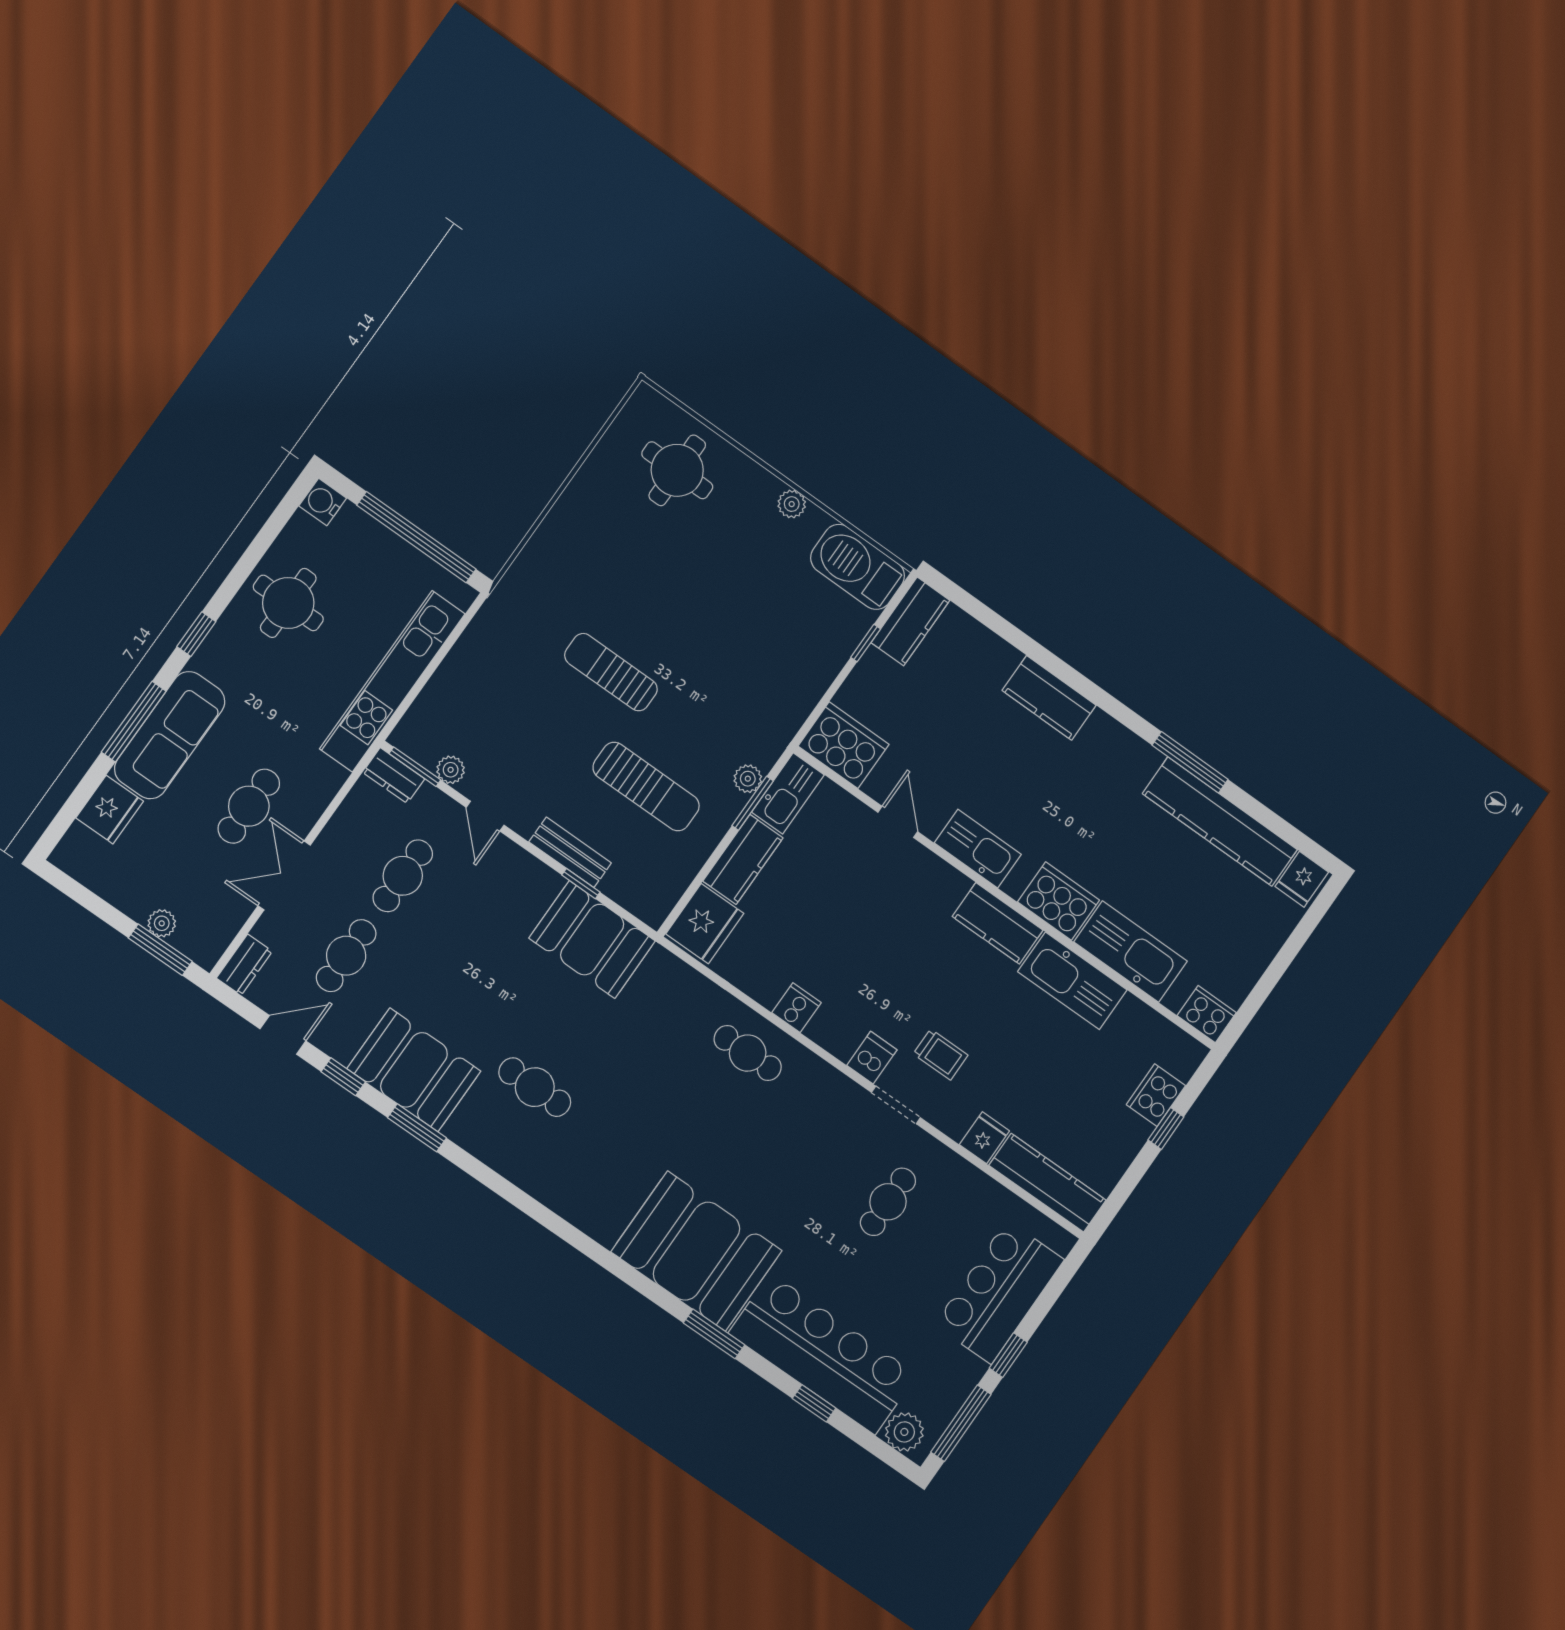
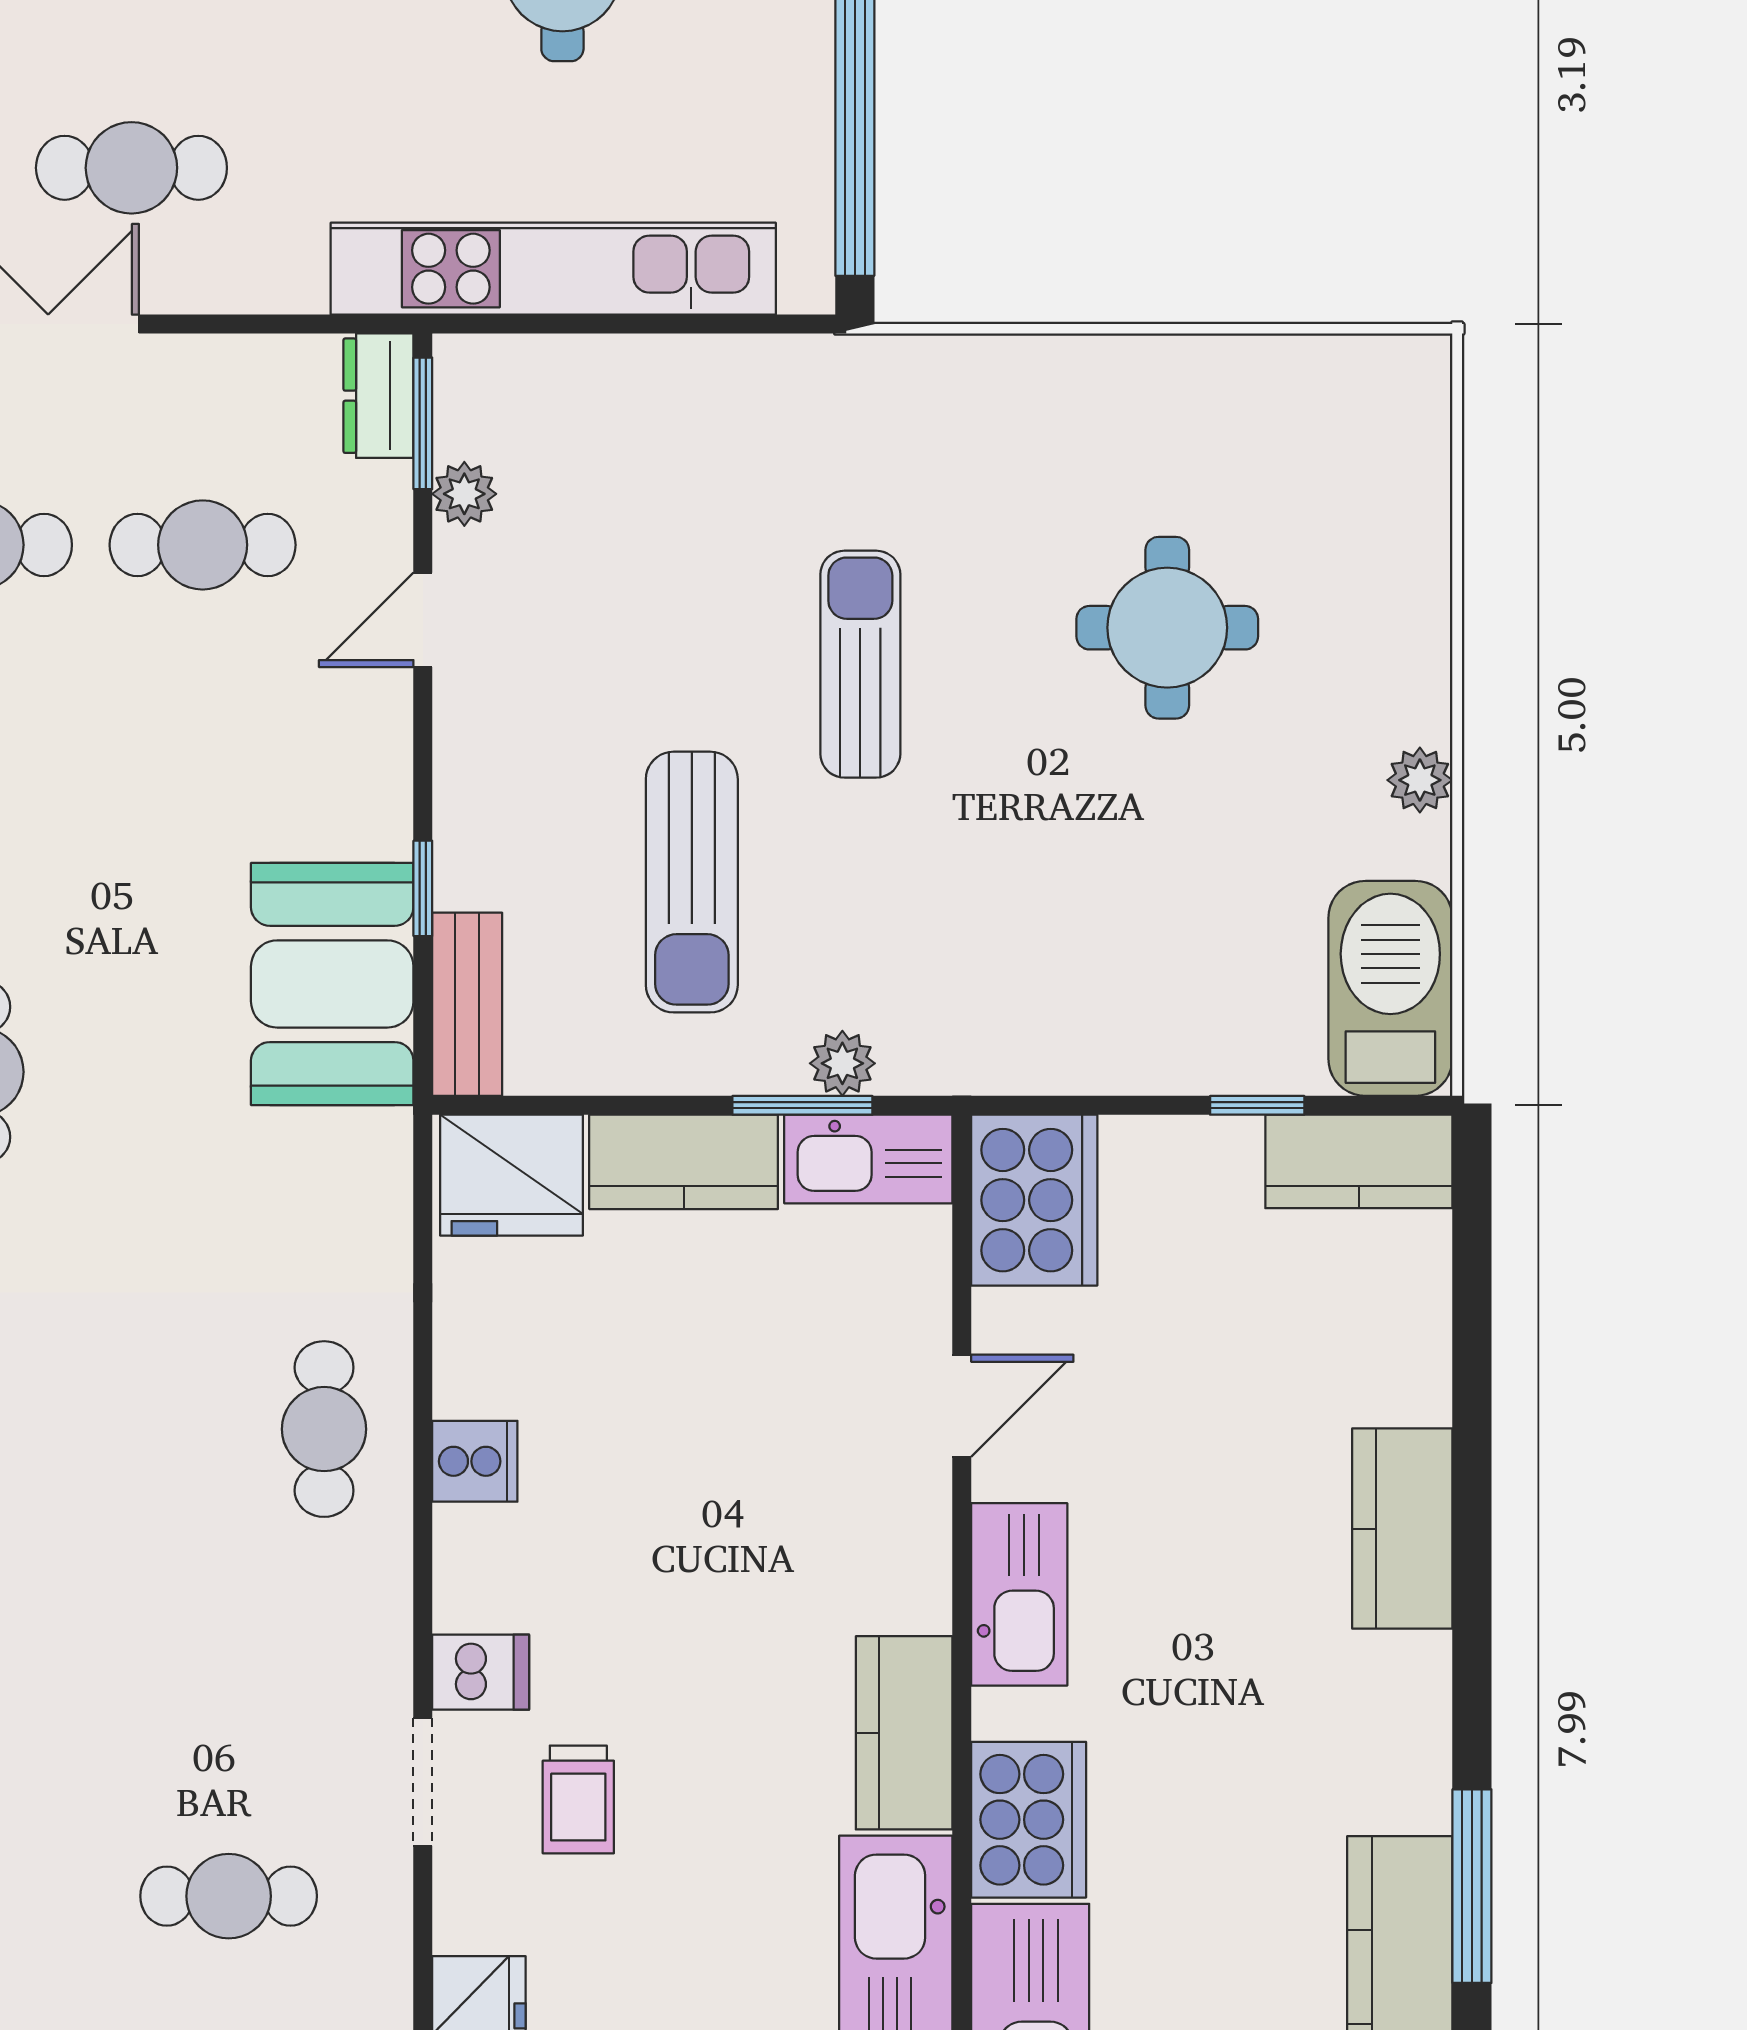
round table: (677, 470) -> (1167, 628), moved
bench: (570, 852) -> (467, 1004), moved

